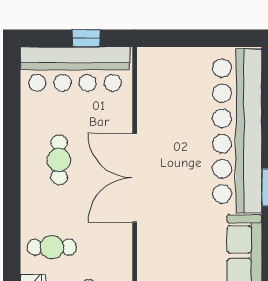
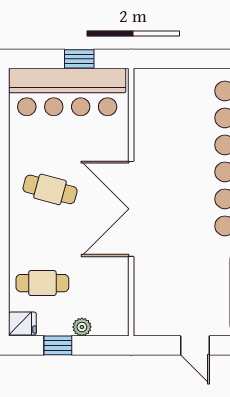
cafe table: (59, 160) -> (50, 189), turned -75

